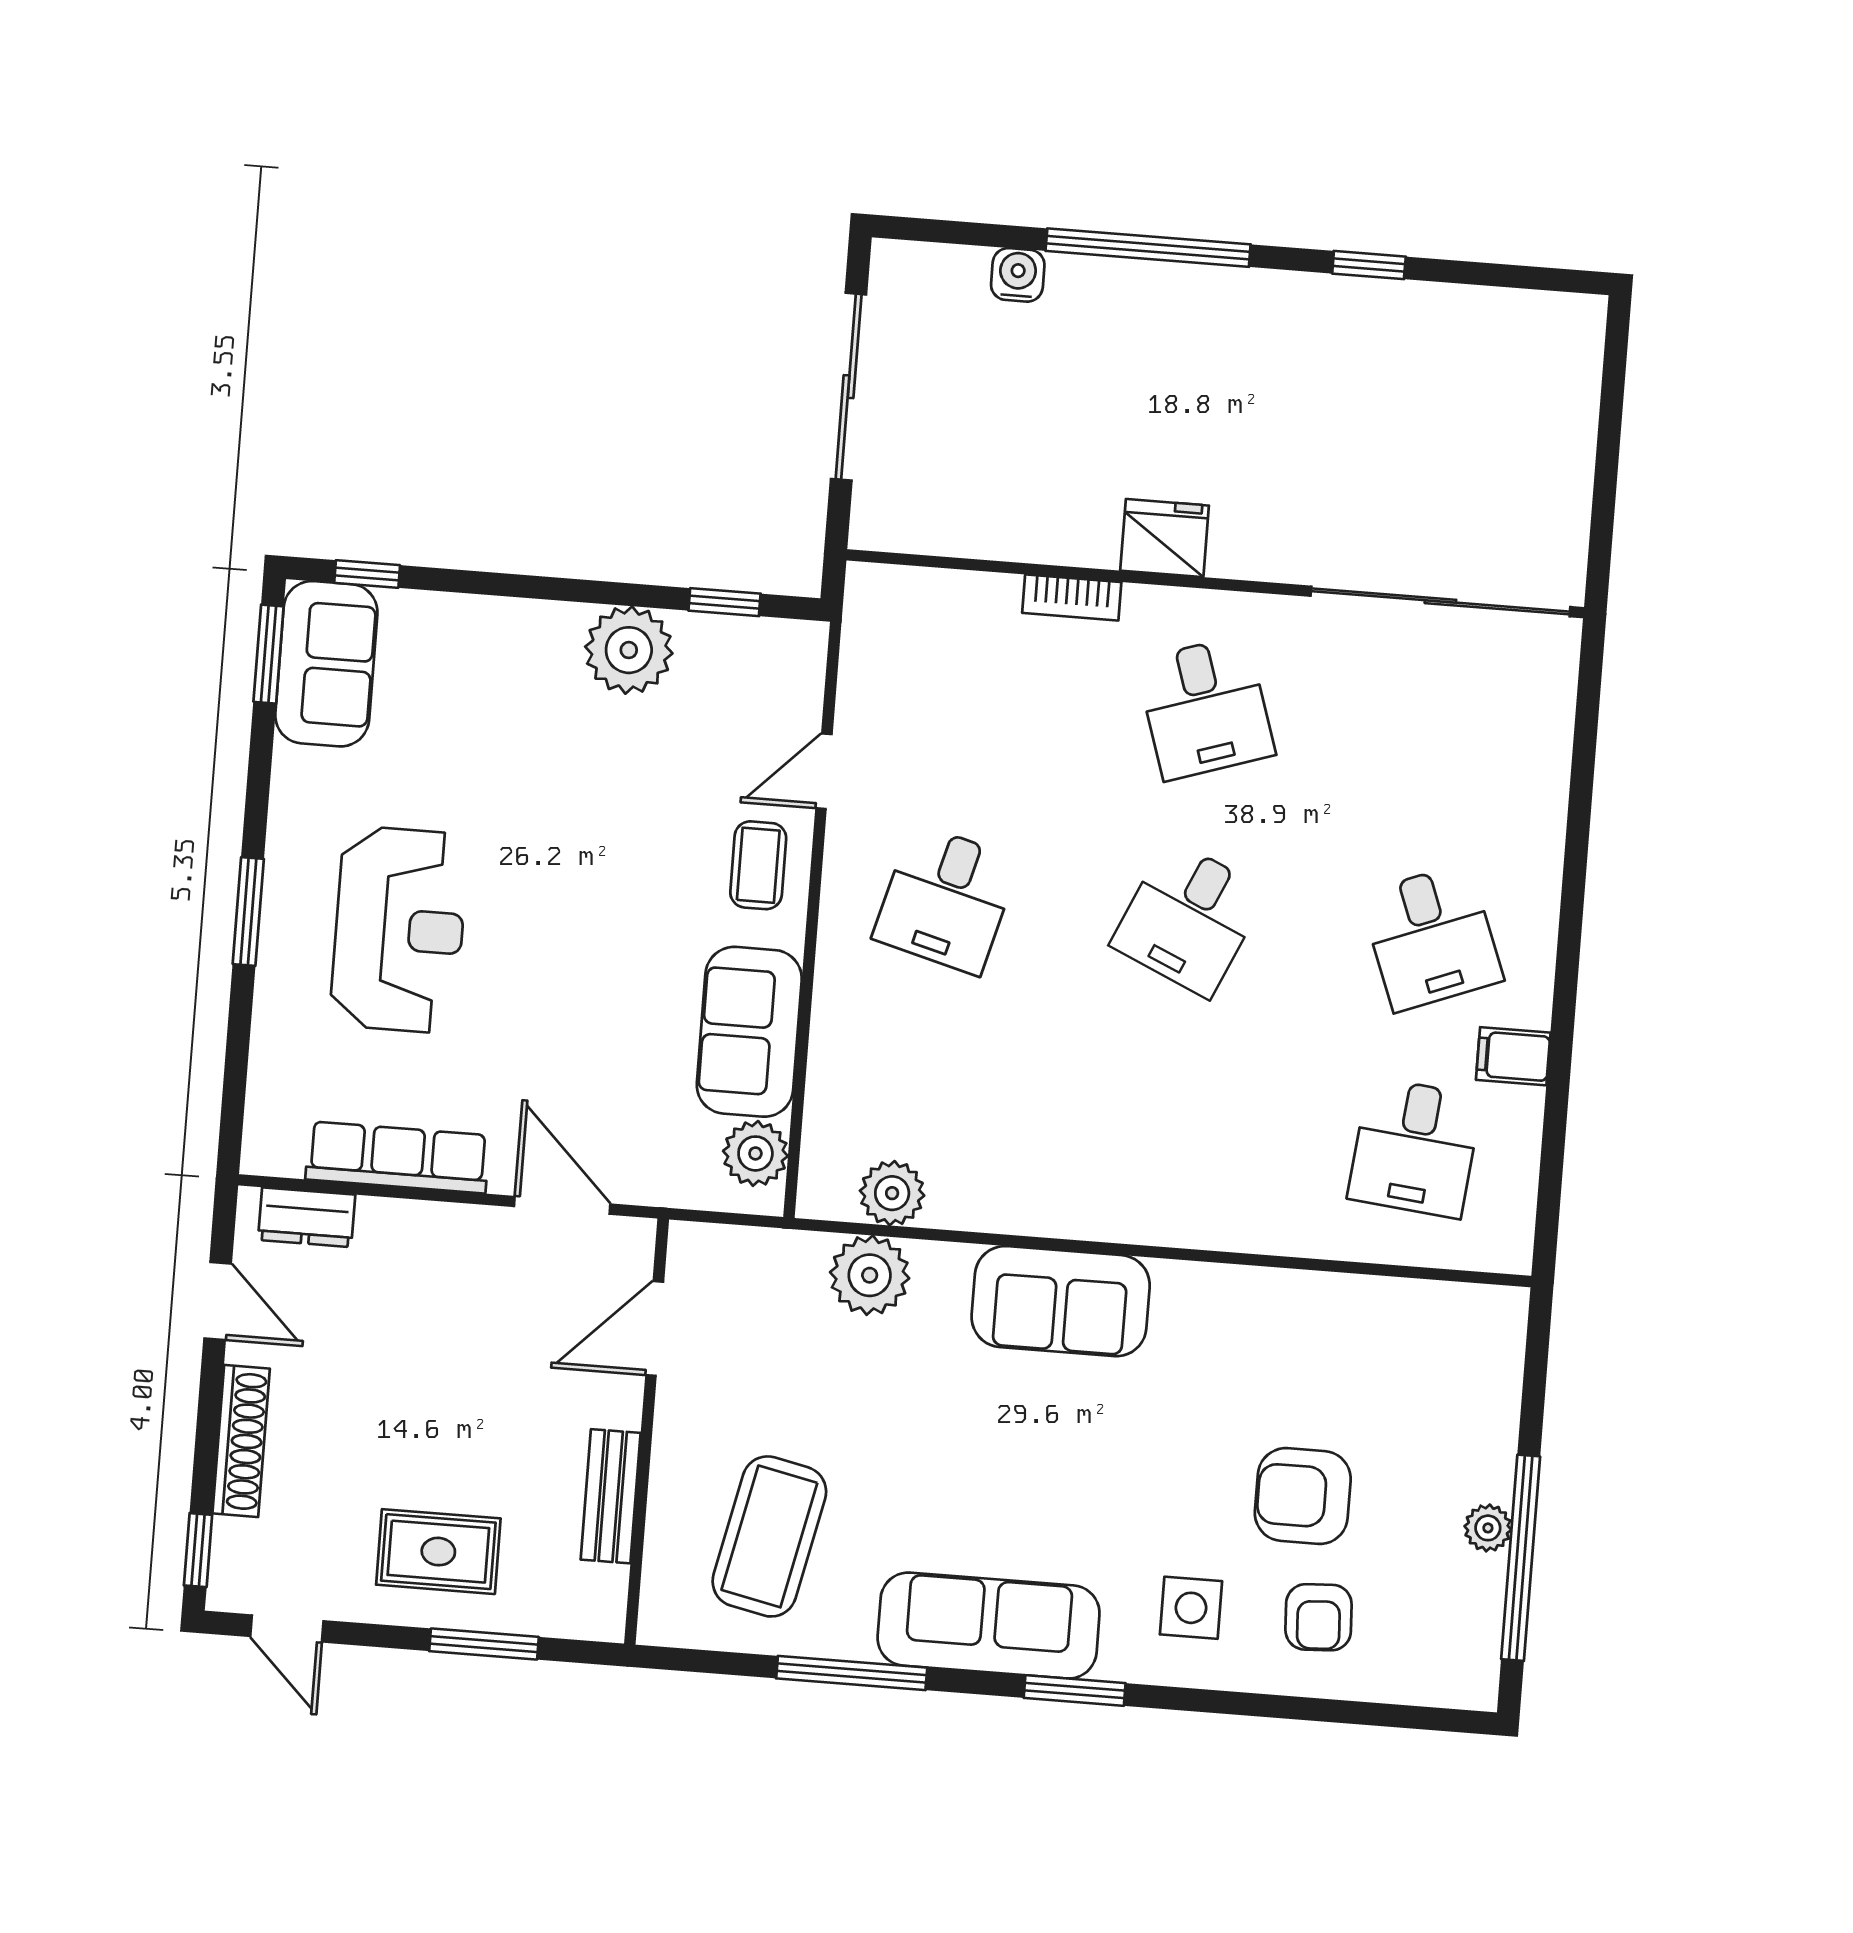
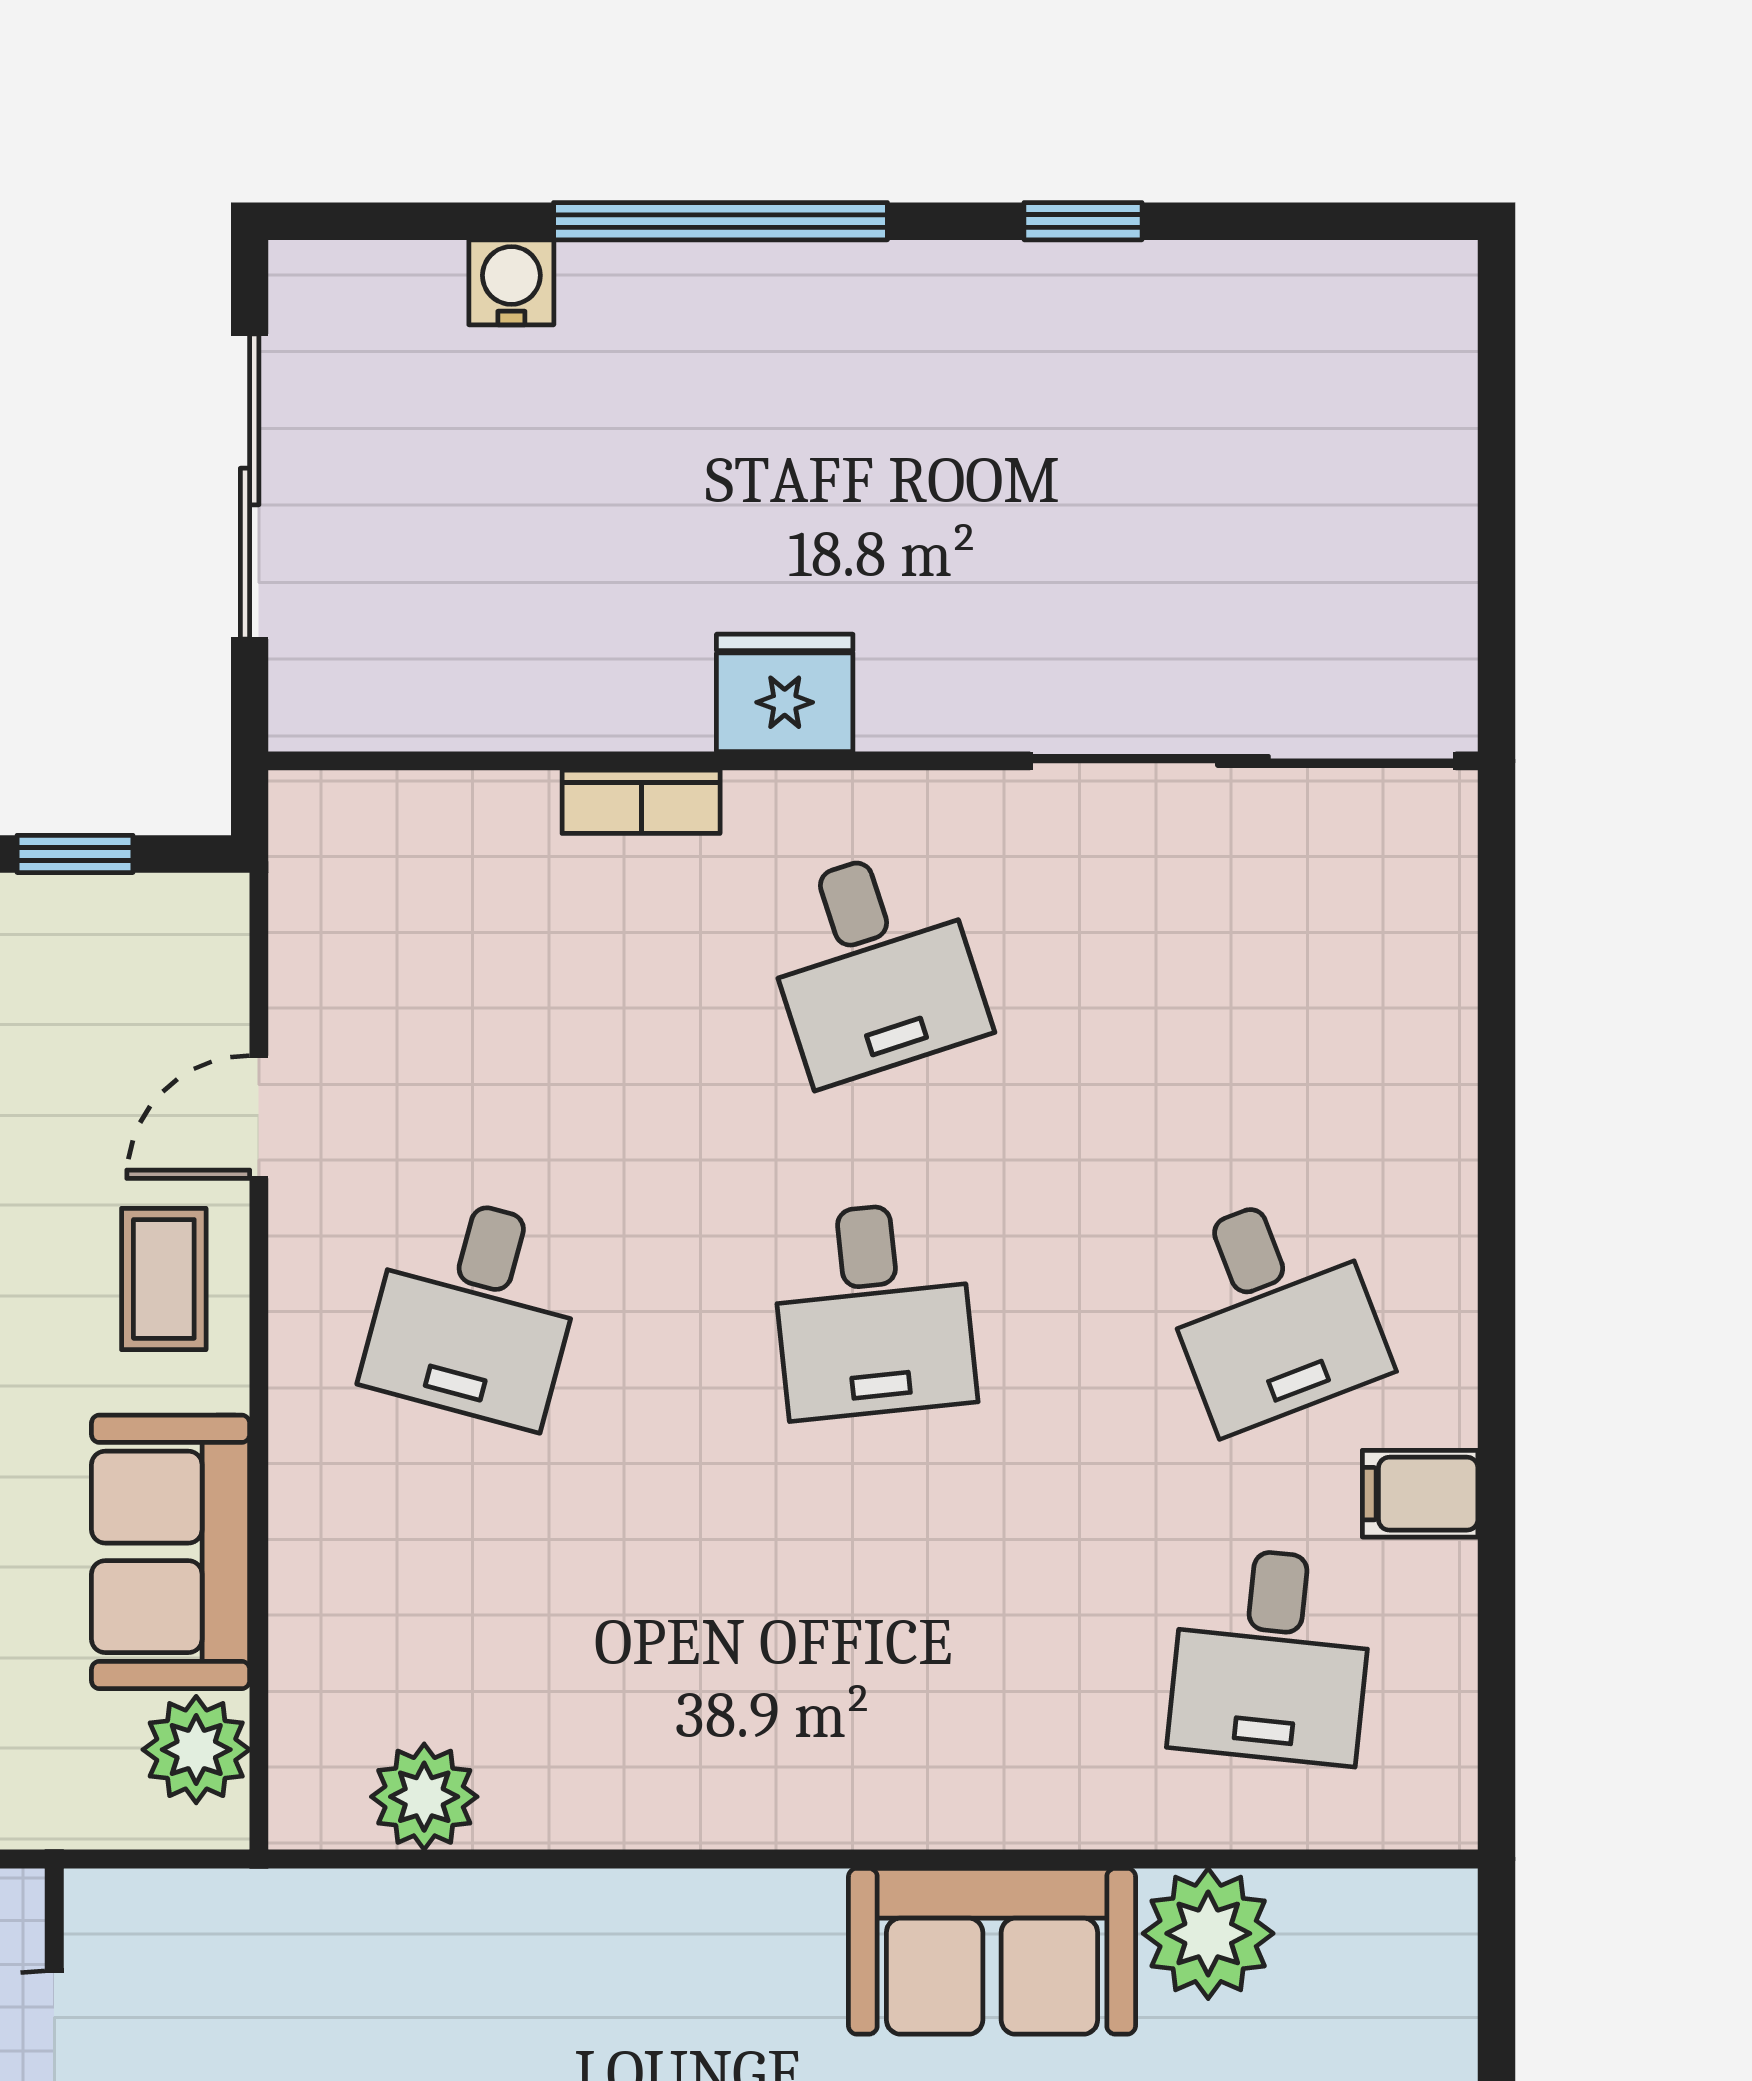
desk: (1189, 918) -> (873, 1310), turned -30
plant: (870, 1275) -> (1208, 1933), moved
sofa: (1061, 1301) -> (992, 1951), moved

